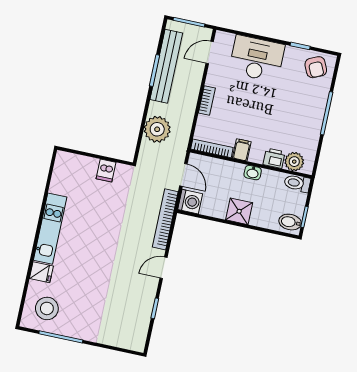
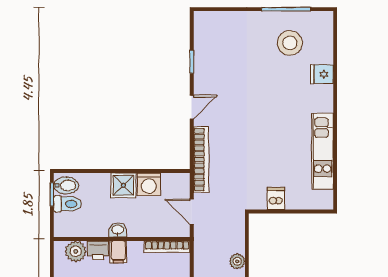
plant: (157, 129) -> (237, 261), width x0.53, depth x0.53
filing cabinet: (242, 150) -> (118, 252), moved
toilet: (297, 183) -> (67, 204), moved
washing machine: (190, 202) -> (149, 184), moved, turned -90
kitchen unit: (50, 229) -> (323, 151), moved
stool: (47, 308) -> (290, 43), moved

